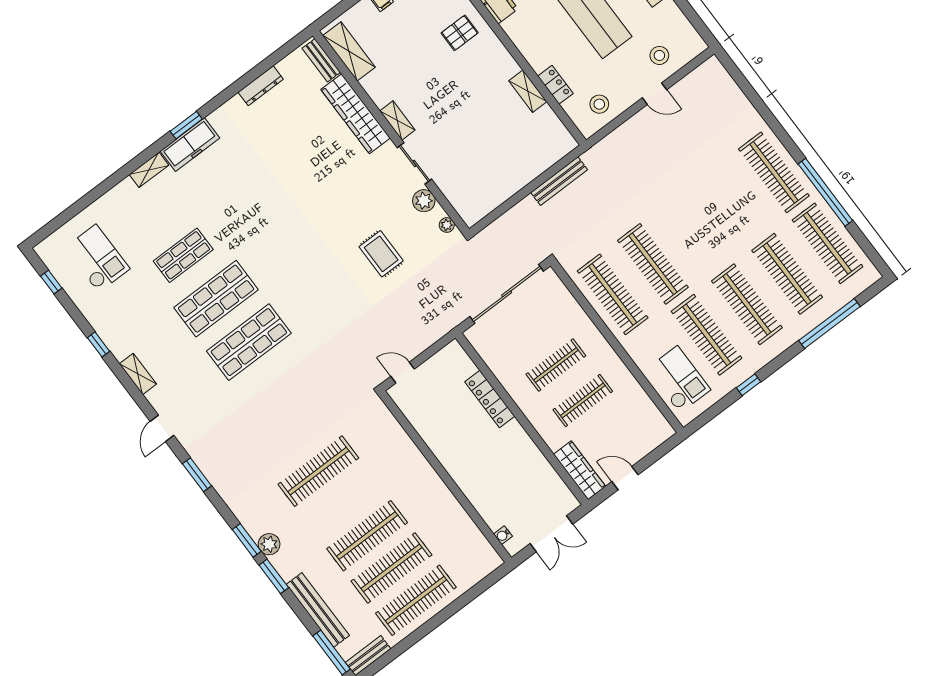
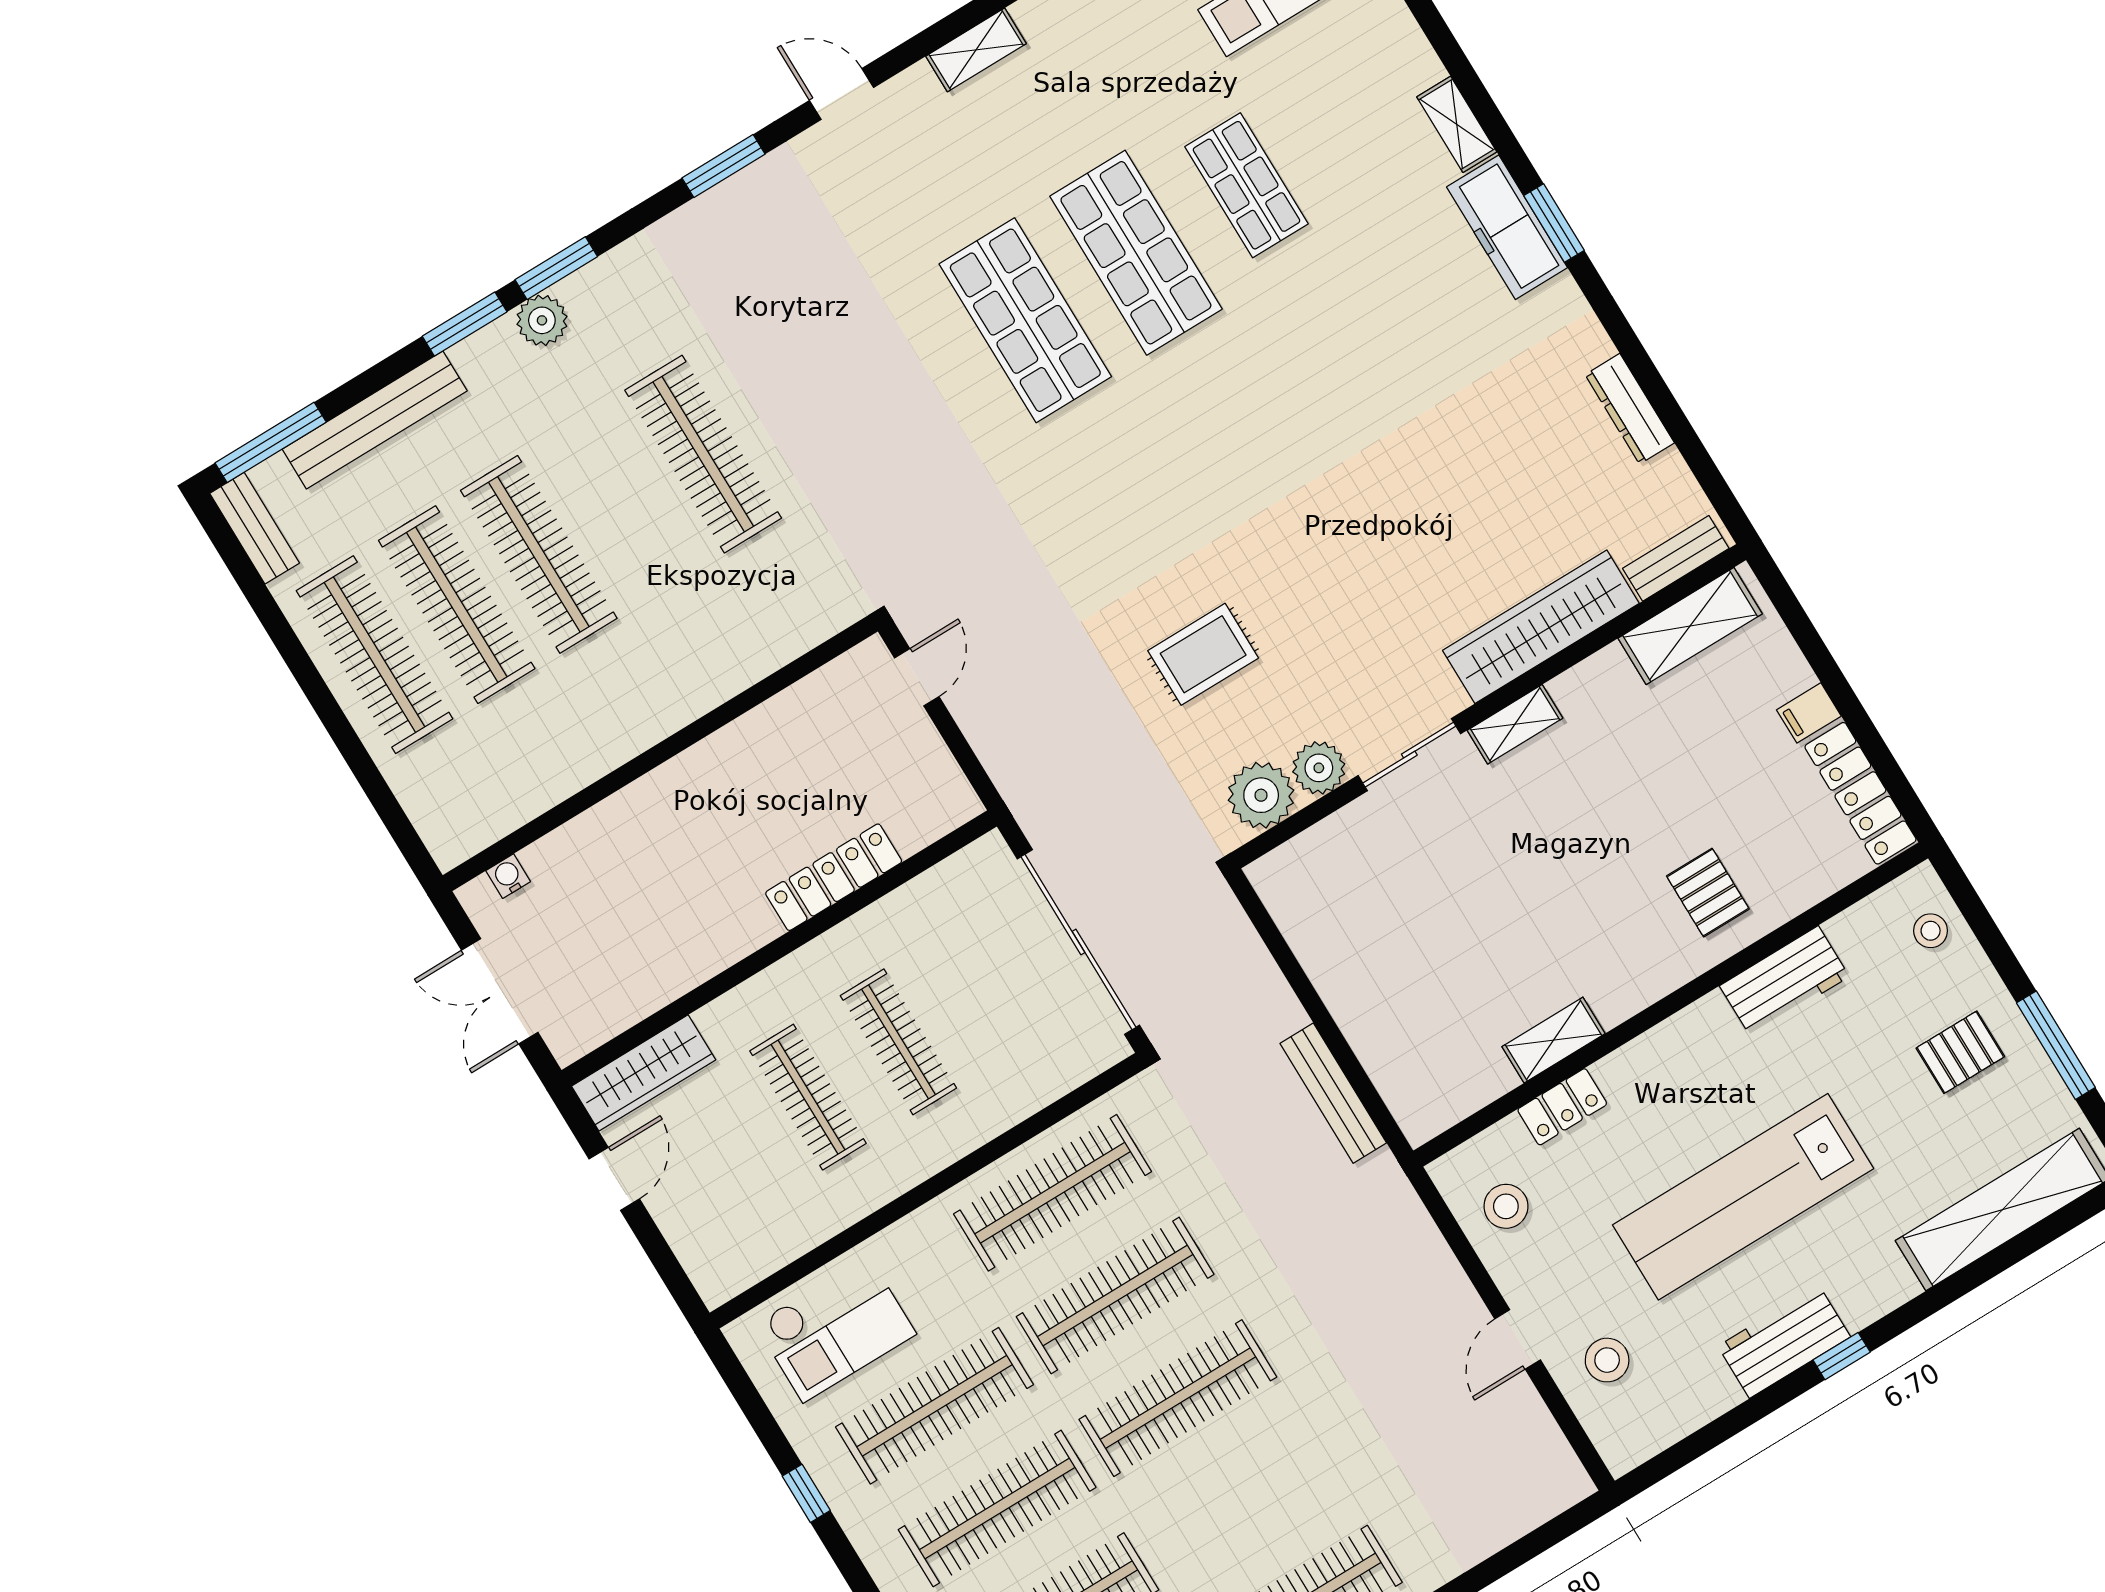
plant: (447, 225) -> (1261, 795), width x1.87, depth x1.87
clothes rail: (693, 233) -> (1178, 1398), added

